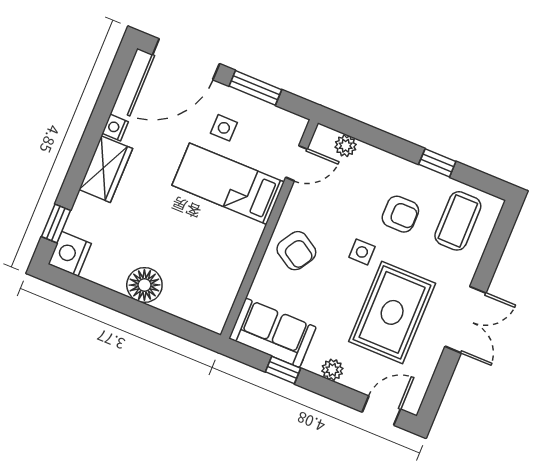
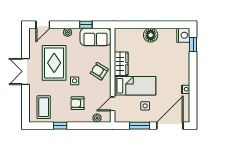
wardrobe: (106, 169) -> (121, 64), moved, turned 180
armchair: (400, 214) -> (77, 103), moved

